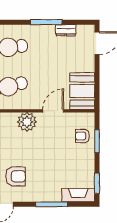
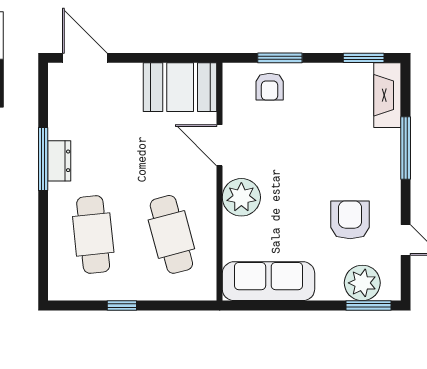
dresser: (66, 30) -> (59, 161), moved

